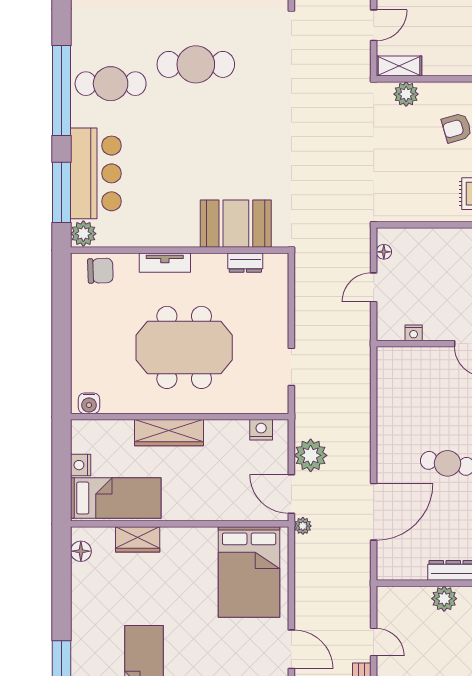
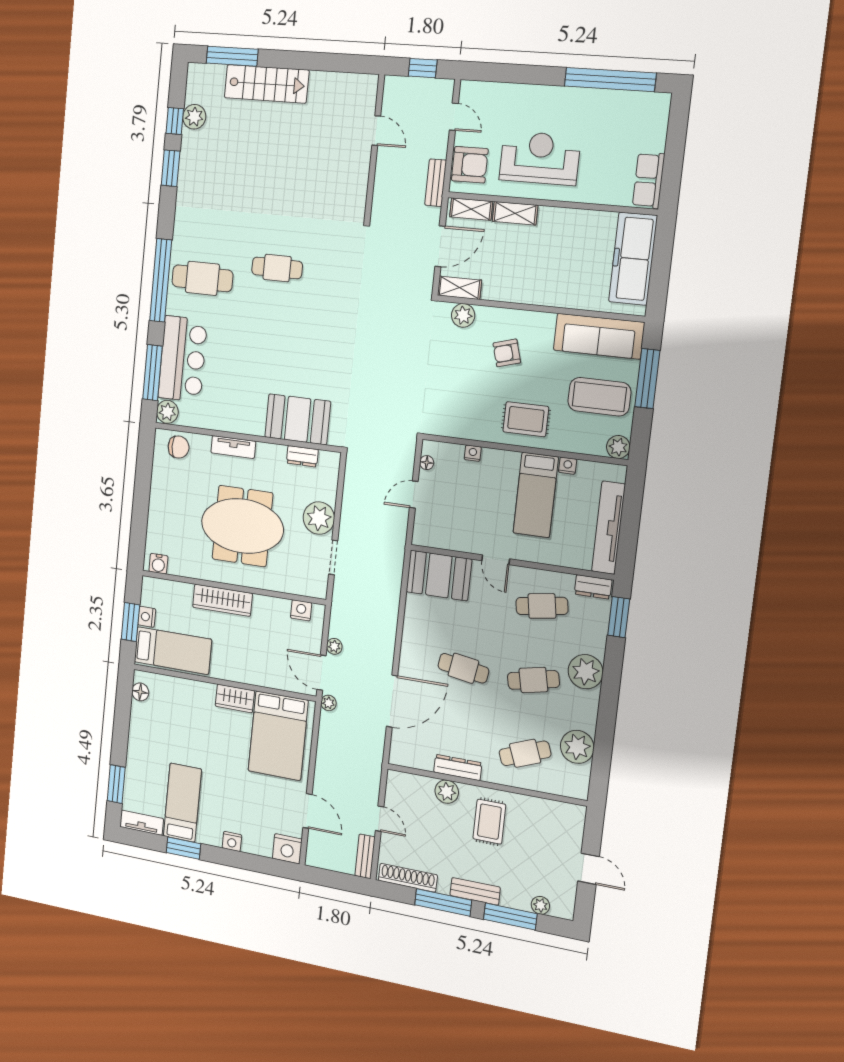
door: (374, 25) -> (440, 246), width x1.38
cafe table: (196, 64) -> (277, 268), width x0.73, depth x0.74
plant: (271, 327) -> (319, 518), added
nightstand: (414, 333) -> (473, 453), moved, turned 180
booth: (410, 369) -> (439, 575), added
plant: (311, 455) -> (334, 646), width x0.53, depth x0.53
window: (61, 474) -> (130, 622), added
wardrobe: (138, 539) -> (235, 698), moved

